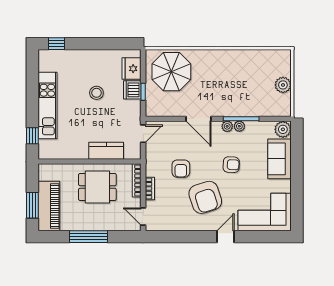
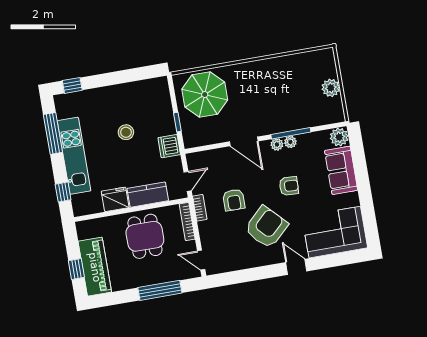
fridge: (132, 69) -> (115, 199), moved, turned 90
window: (32, 83) -> (53, 133), added
dishwasher: (132, 90) -> (169, 146), moved
door: (143, 134) -> (188, 181), moved
dining table: (97, 187) -> (145, 236), turned 90
bookcase: (150, 189) -> (200, 208), moved
armchair: (205, 197) -> (266, 227), turned -116
window: (32, 205) -> (76, 269), width x0.67
window: (89, 237) -> (160, 290), moved
door: (226, 237) -> (296, 267), hinge flipped

